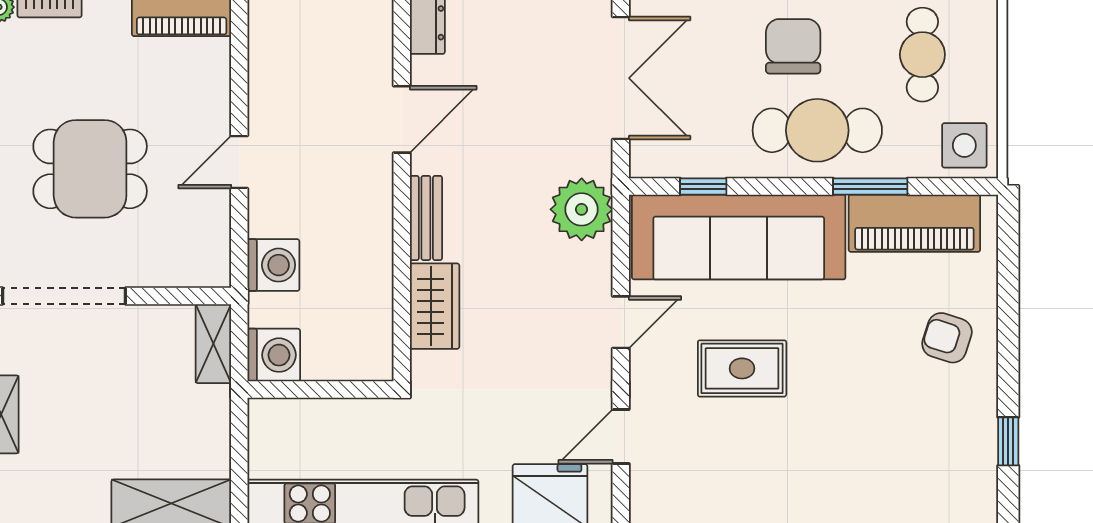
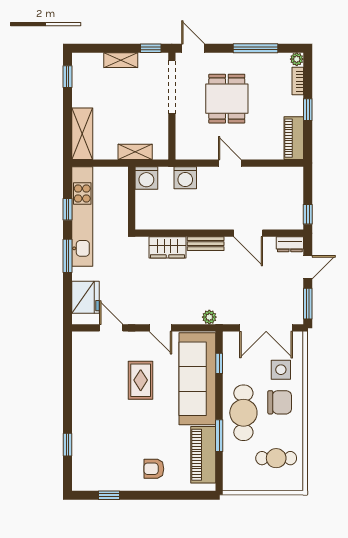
side table: (964, 145) -> (281, 370), moved
plant: (582, 209) -> (209, 317), width x0.53, depth x0.53
armchair: (947, 338) -> (154, 469), turned -108
shelving: (213, 344) -> (135, 152), moved

